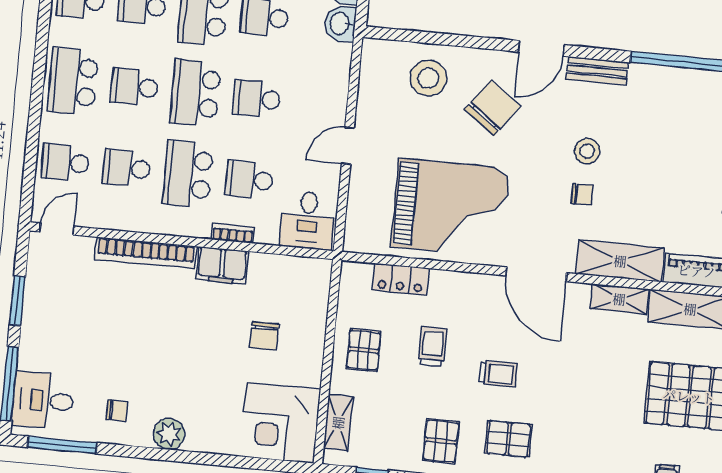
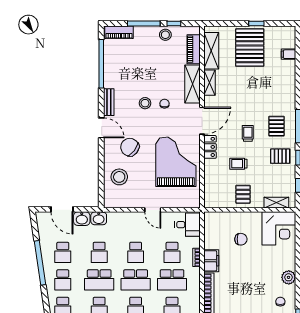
locker: (401, 279) -> (210, 147), moved
pallet: (364, 350) -> (243, 194), turned 90

